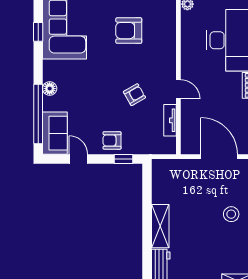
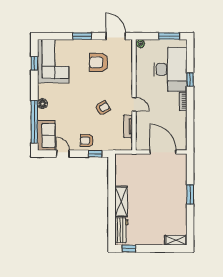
stool: (231, 214) -> (172, 193), removed

